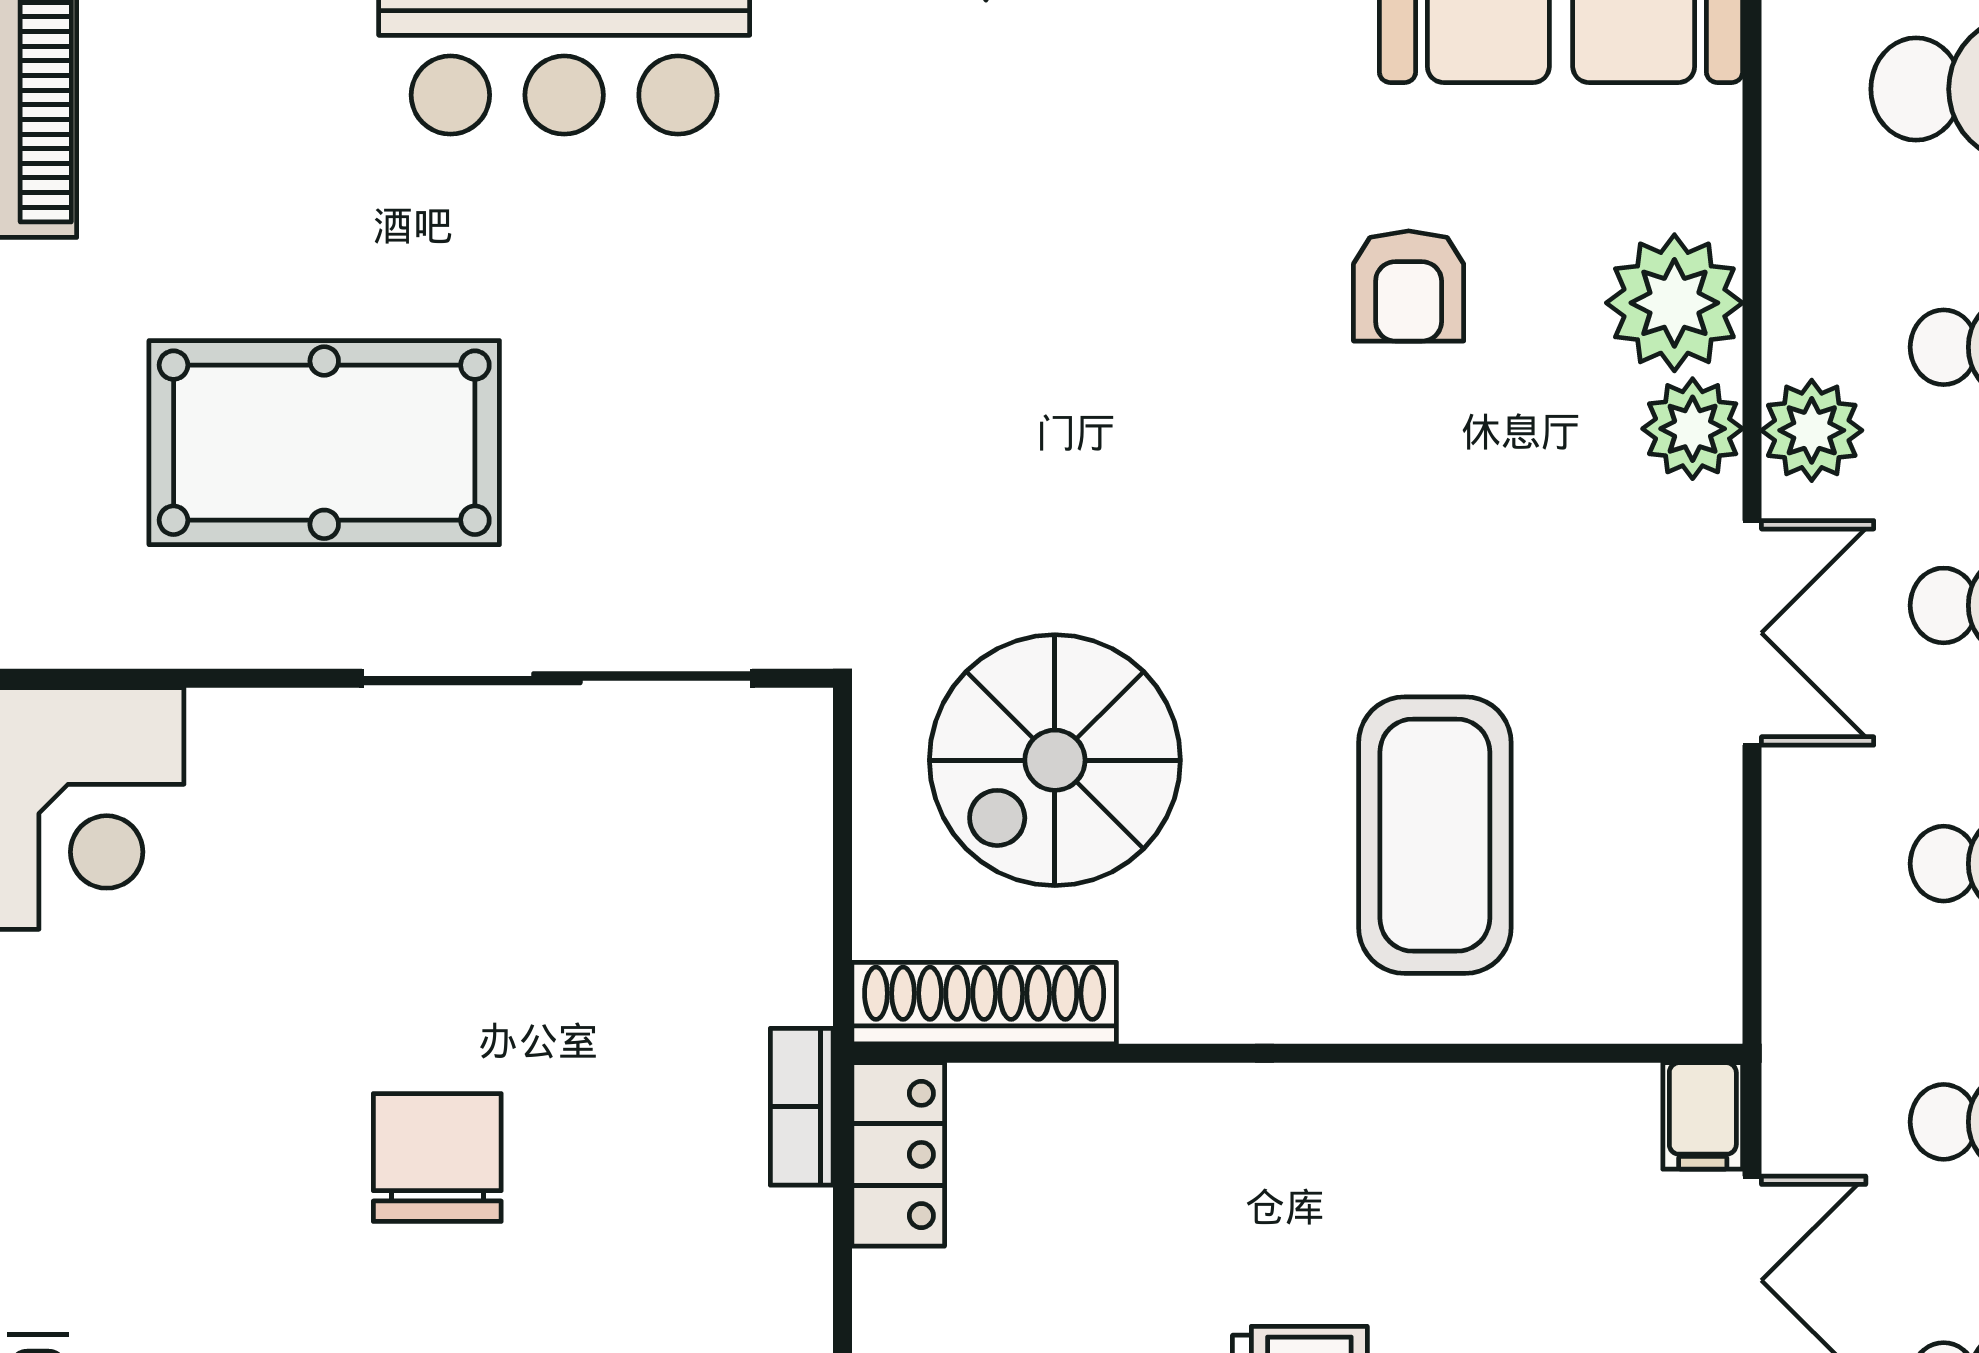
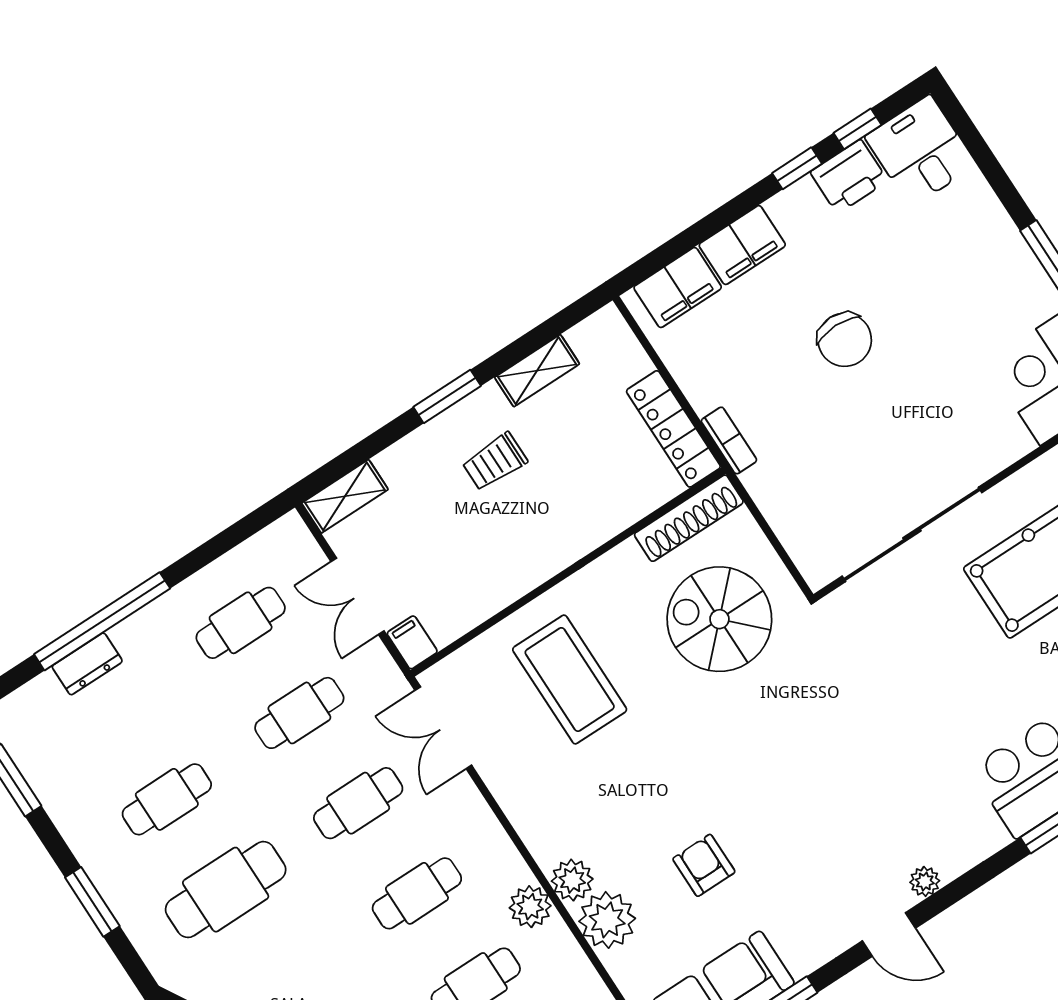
double door: (1752, 633) -> (443, 728), moved
spiral stairs: (1055, 760) -> (719, 619), turned -90
locker: (898, 1154) -> (673, 429), width x1.53

